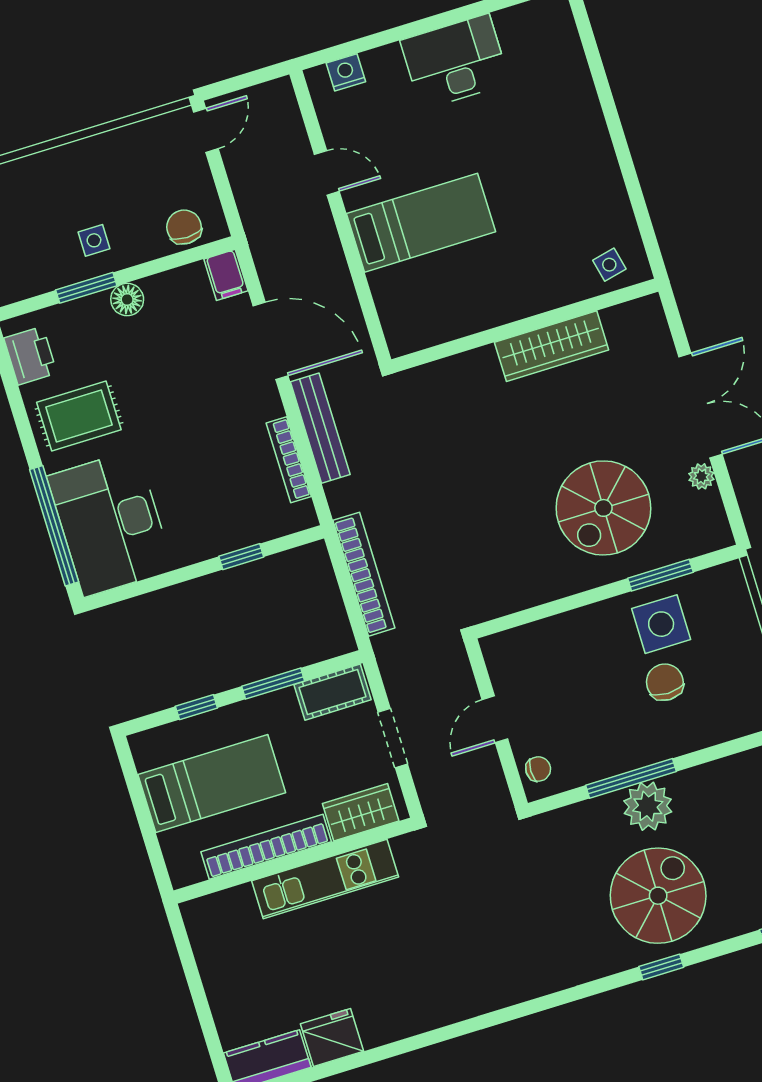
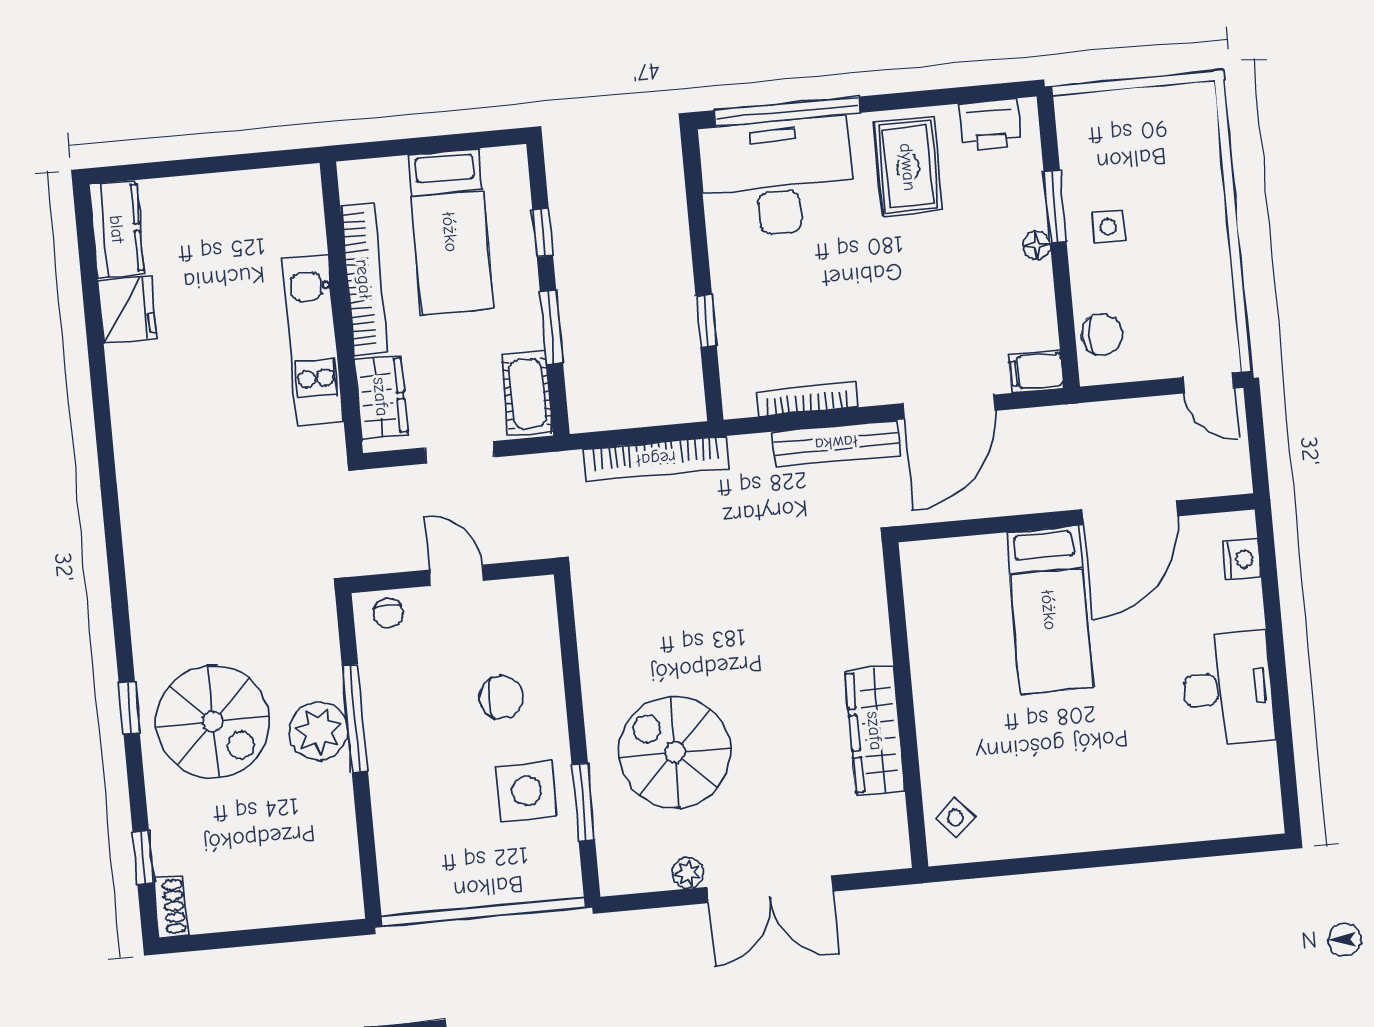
door: (327, 173) -> (1130, 513), width x1.88
side table: (609, 265) -> (955, 818), turned -30
floor lamp: (127, 299) -> (1036, 245), width x0.73, depth x0.73
chair: (665, 682) -> (501, 697), moved

